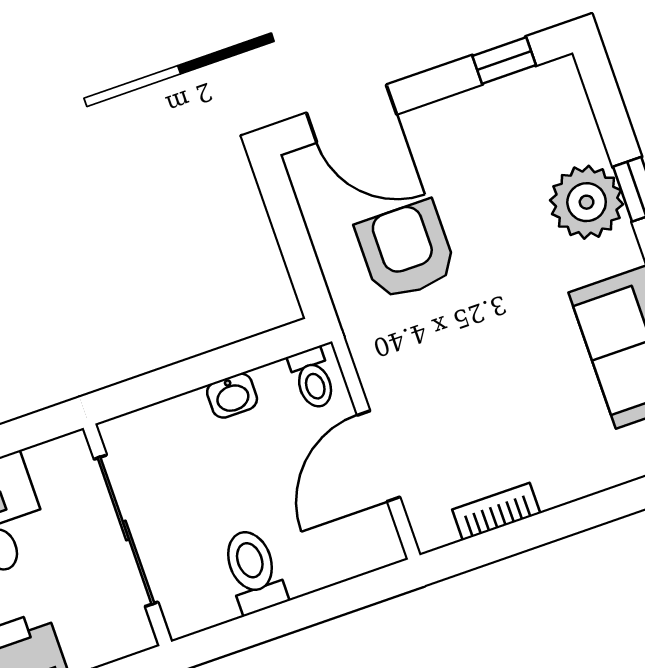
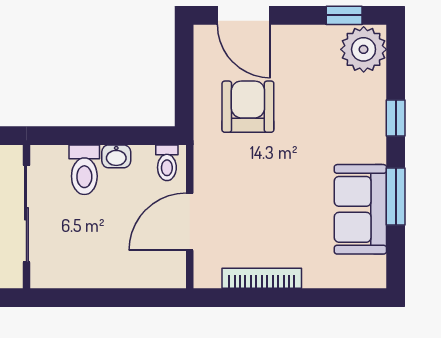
plant: (587, 202) -> (364, 49), moved
bookcase: (496, 511) -> (262, 278), width x1.56
toilet: (253, 571) -> (84, 170), moved, turned 180

